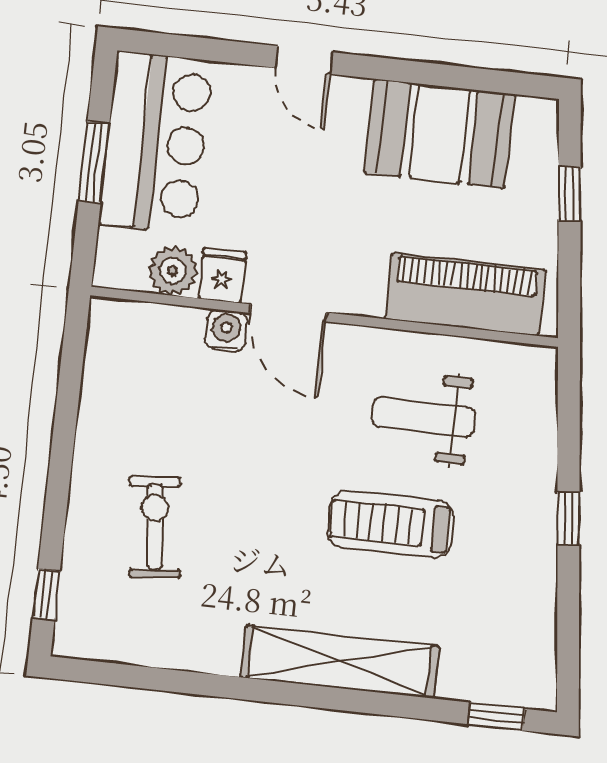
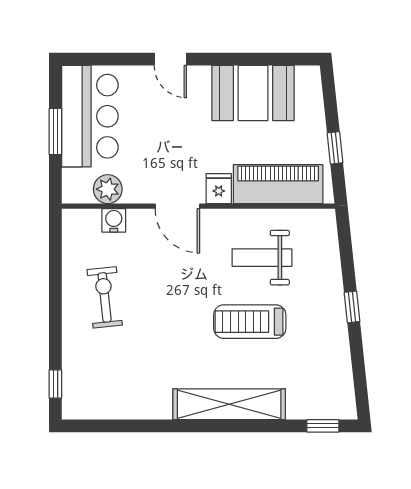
window: (570, 194) -> (335, 148), moved
fridge: (222, 275) -> (219, 189), moved
water cooler: (226, 331) -> (114, 220), moved
exercise bike: (155, 527) -> (105, 297), moved

